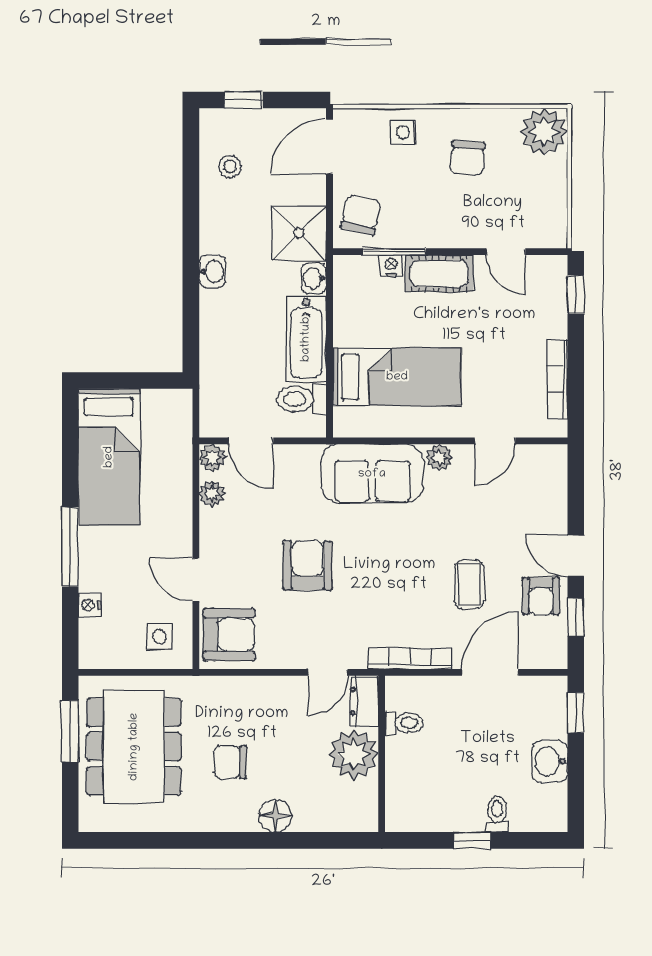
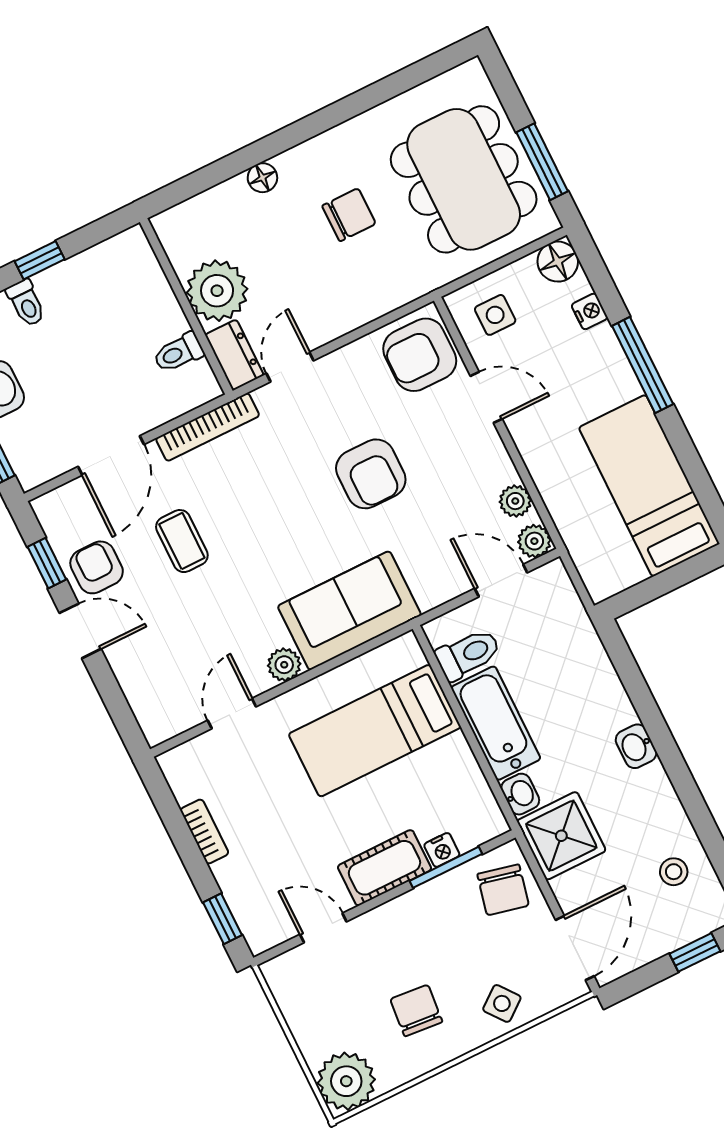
side table: (403, 132) -> (502, 1003), turned -38
bookcase: (558, 379) -> (204, 832), width x0.64
floor lamp: (95, 653) -> (558, 262), added
floor lamp: (275, 816) -> (262, 178), width x0.73, depth x0.73

